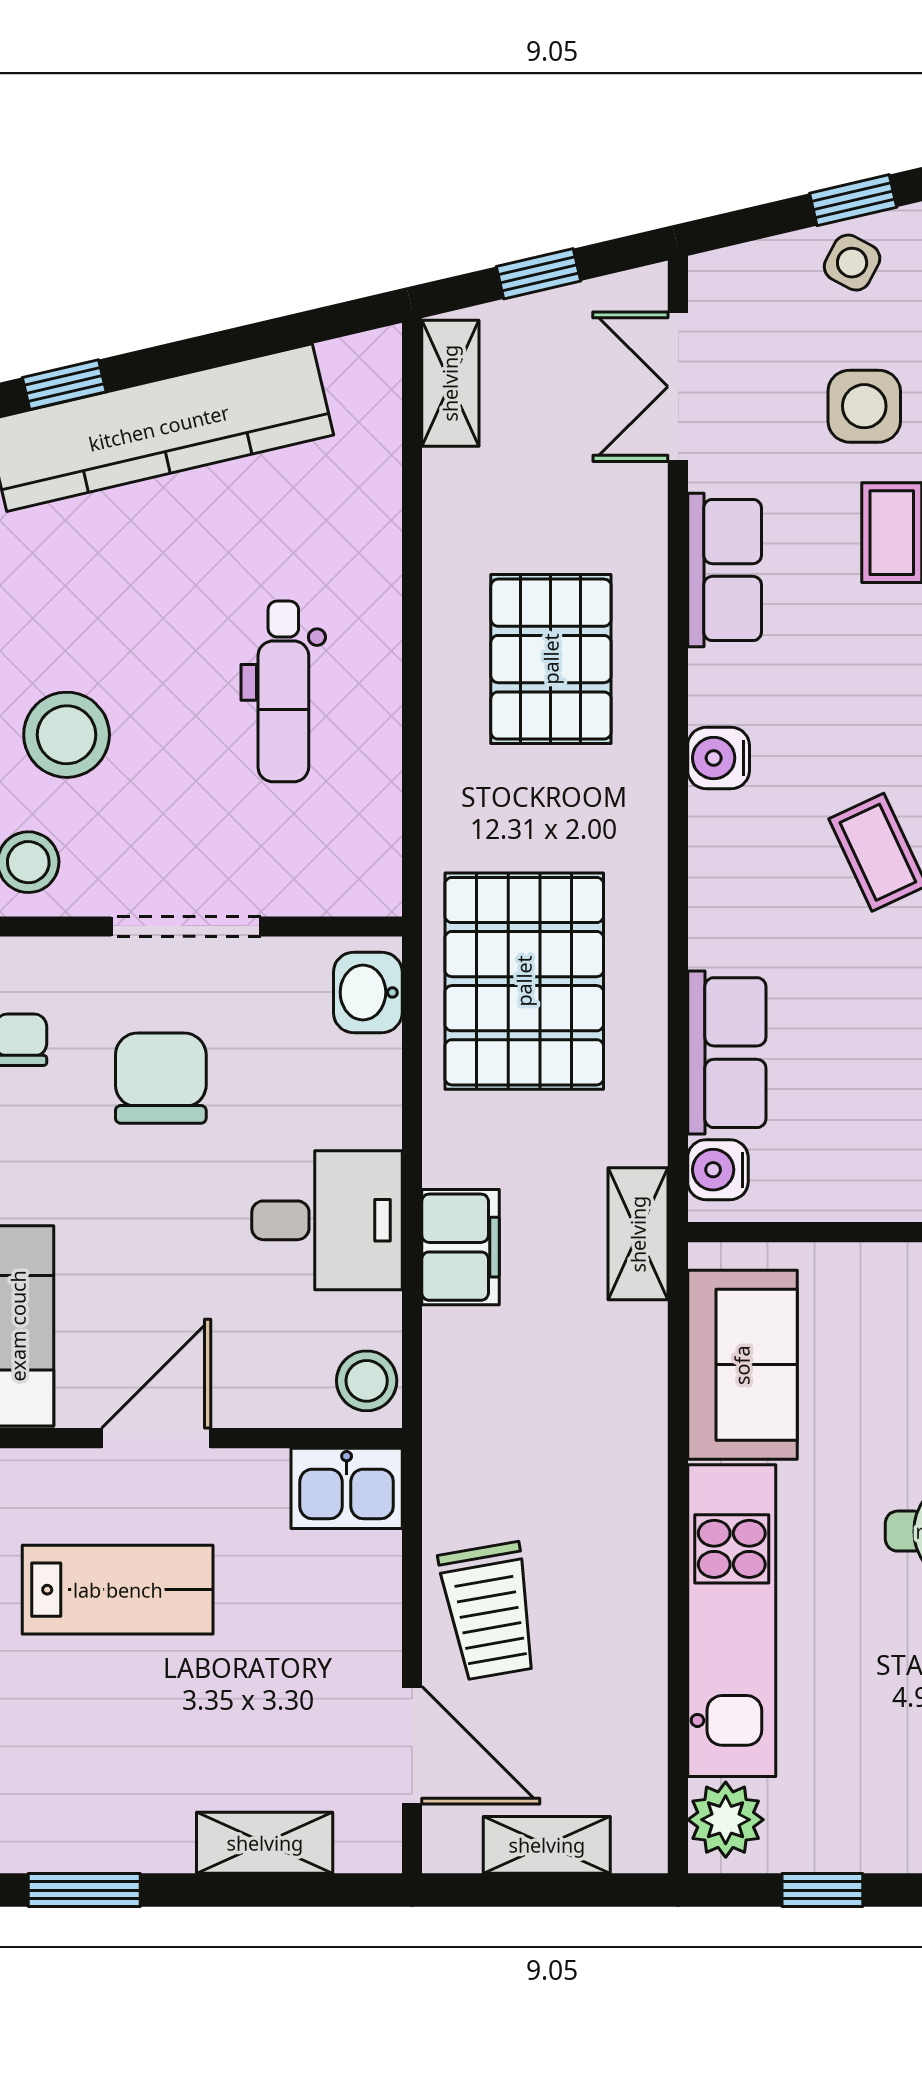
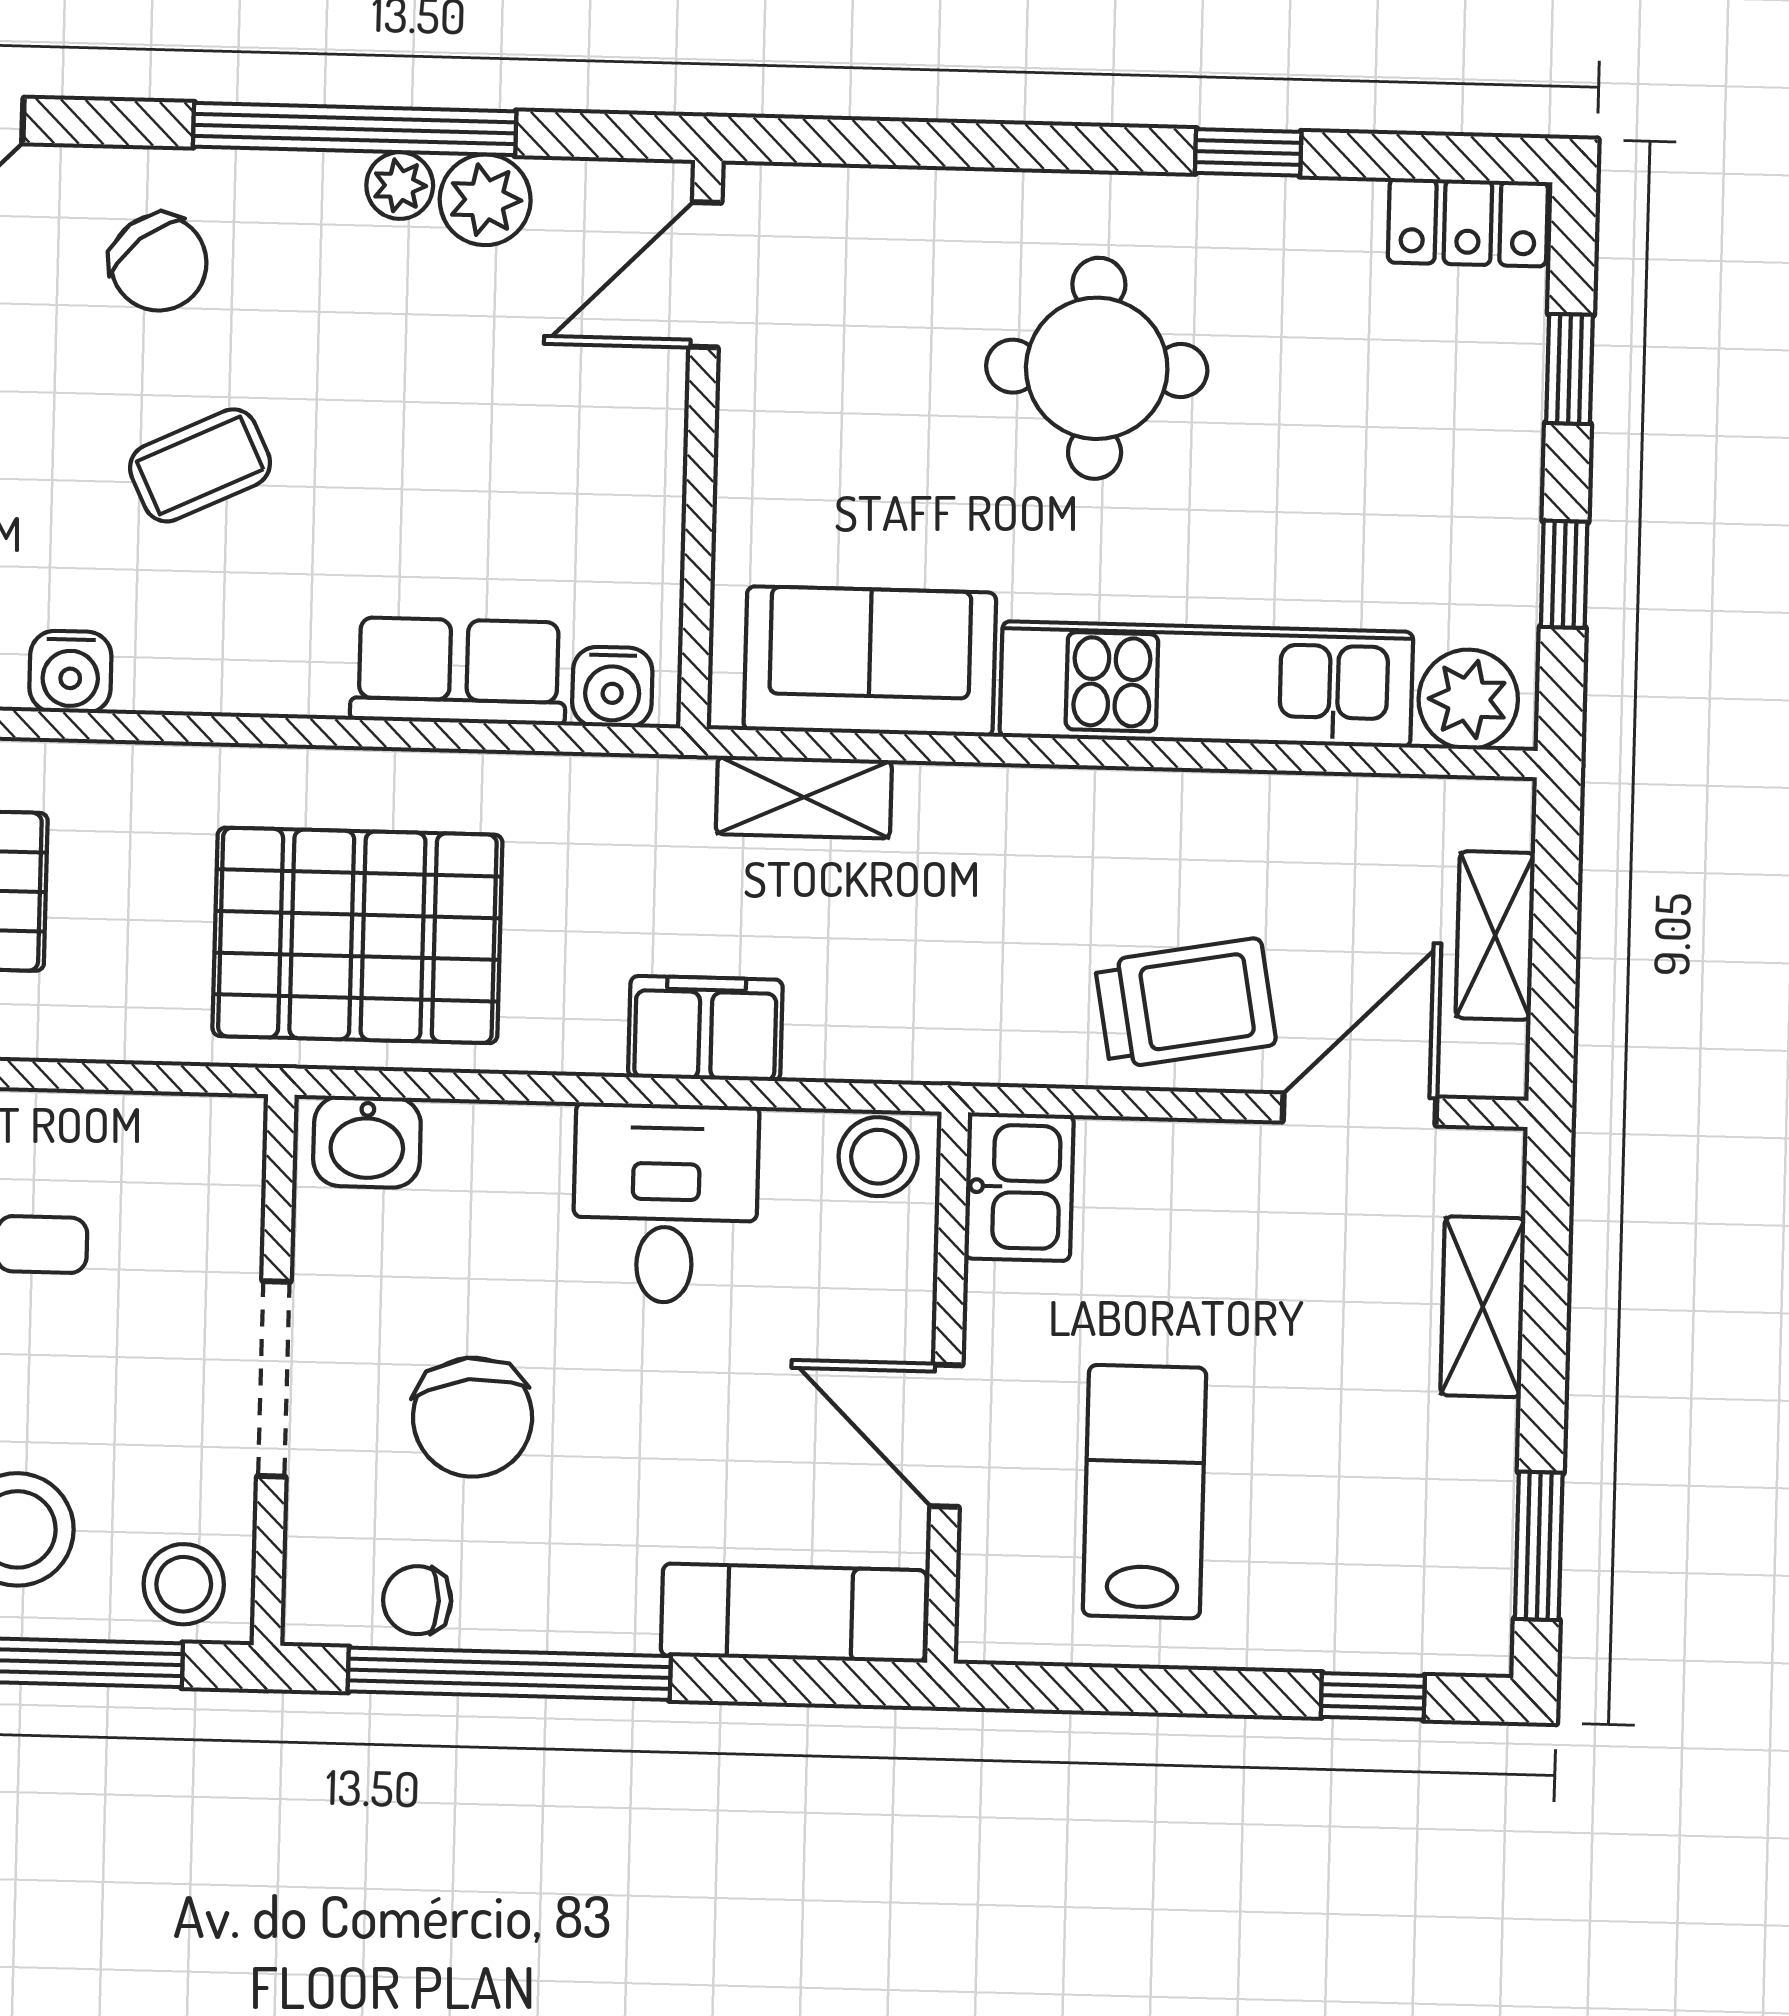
chair: (161, 1078) -> (473, 1417), turned -97
shelving: (638, 1234) -> (804, 797), moved

